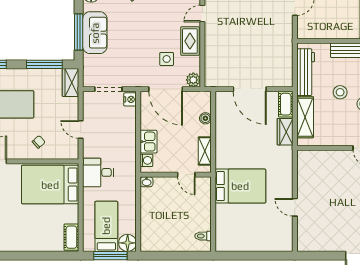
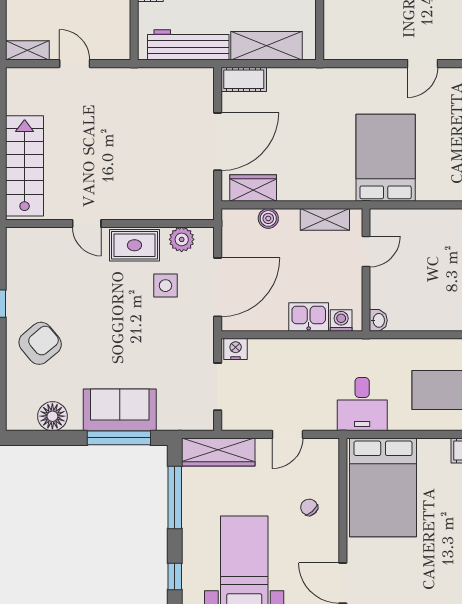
plant: (193, 80) -> (182, 239), moved
wardrobe: (71, 82) -> (218, 452), width x1.50
wardrobe: (285, 132) -> (253, 188), moved, turned 180

